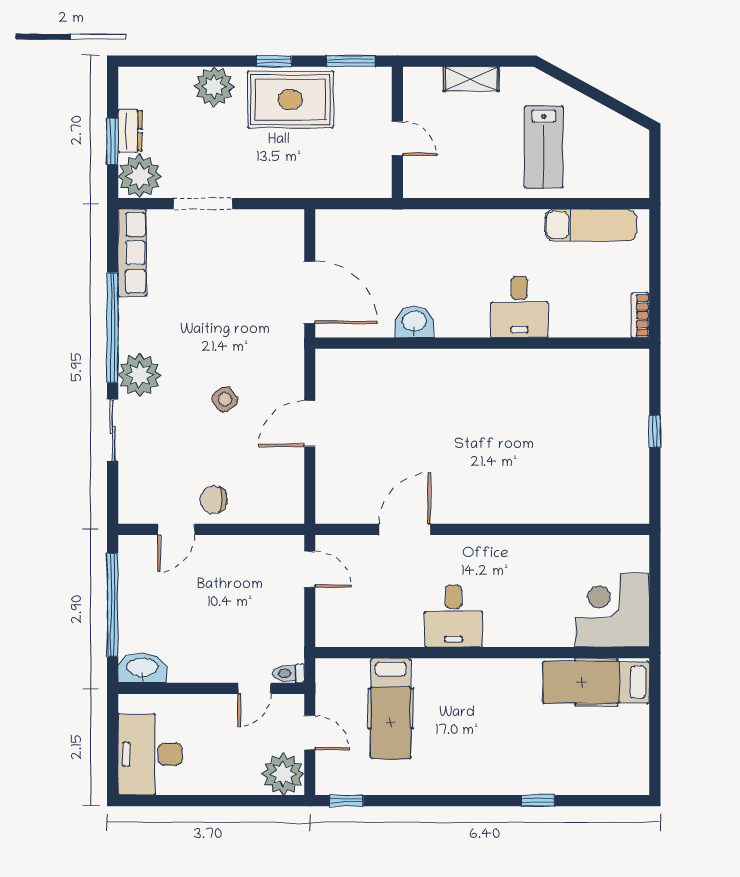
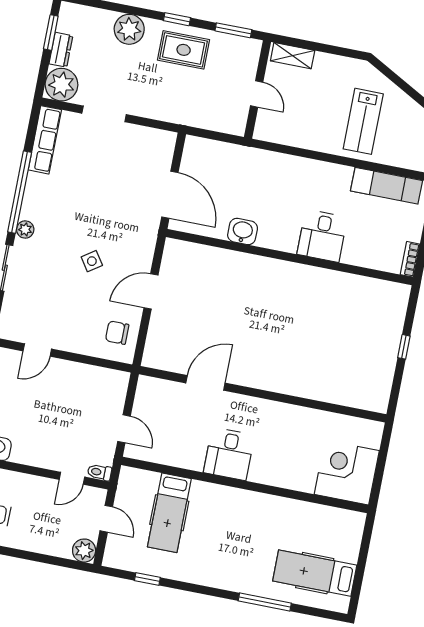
shelving: (471, 79) -> (293, 56), moved
rug: (290, 100) -> (184, 50), width x0.73, depth x0.70
window: (113, 141) -> (51, 33), moved
plant: (140, 375) -> (25, 230), width x0.53, depth x0.53
chair: (214, 500) -> (117, 333), moved
door: (310, 569) -> (124, 429), moved
hospital bed: (596, 682) -> (315, 573), moved
plant: (283, 774) -> (84, 551), width x0.73, depth x0.73
window: (347, 801) -> (147, 579), moved
window: (538, 801) -> (265, 602), width x2.17

